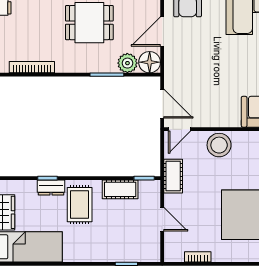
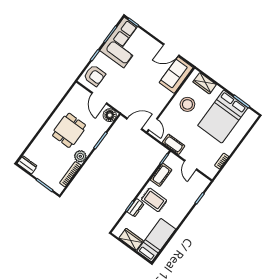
plant: (127, 63) -> (80, 156), moved
stool: (219, 145) -> (187, 104), moved
door: (162, 219) -> (191, 165), swing flipped

